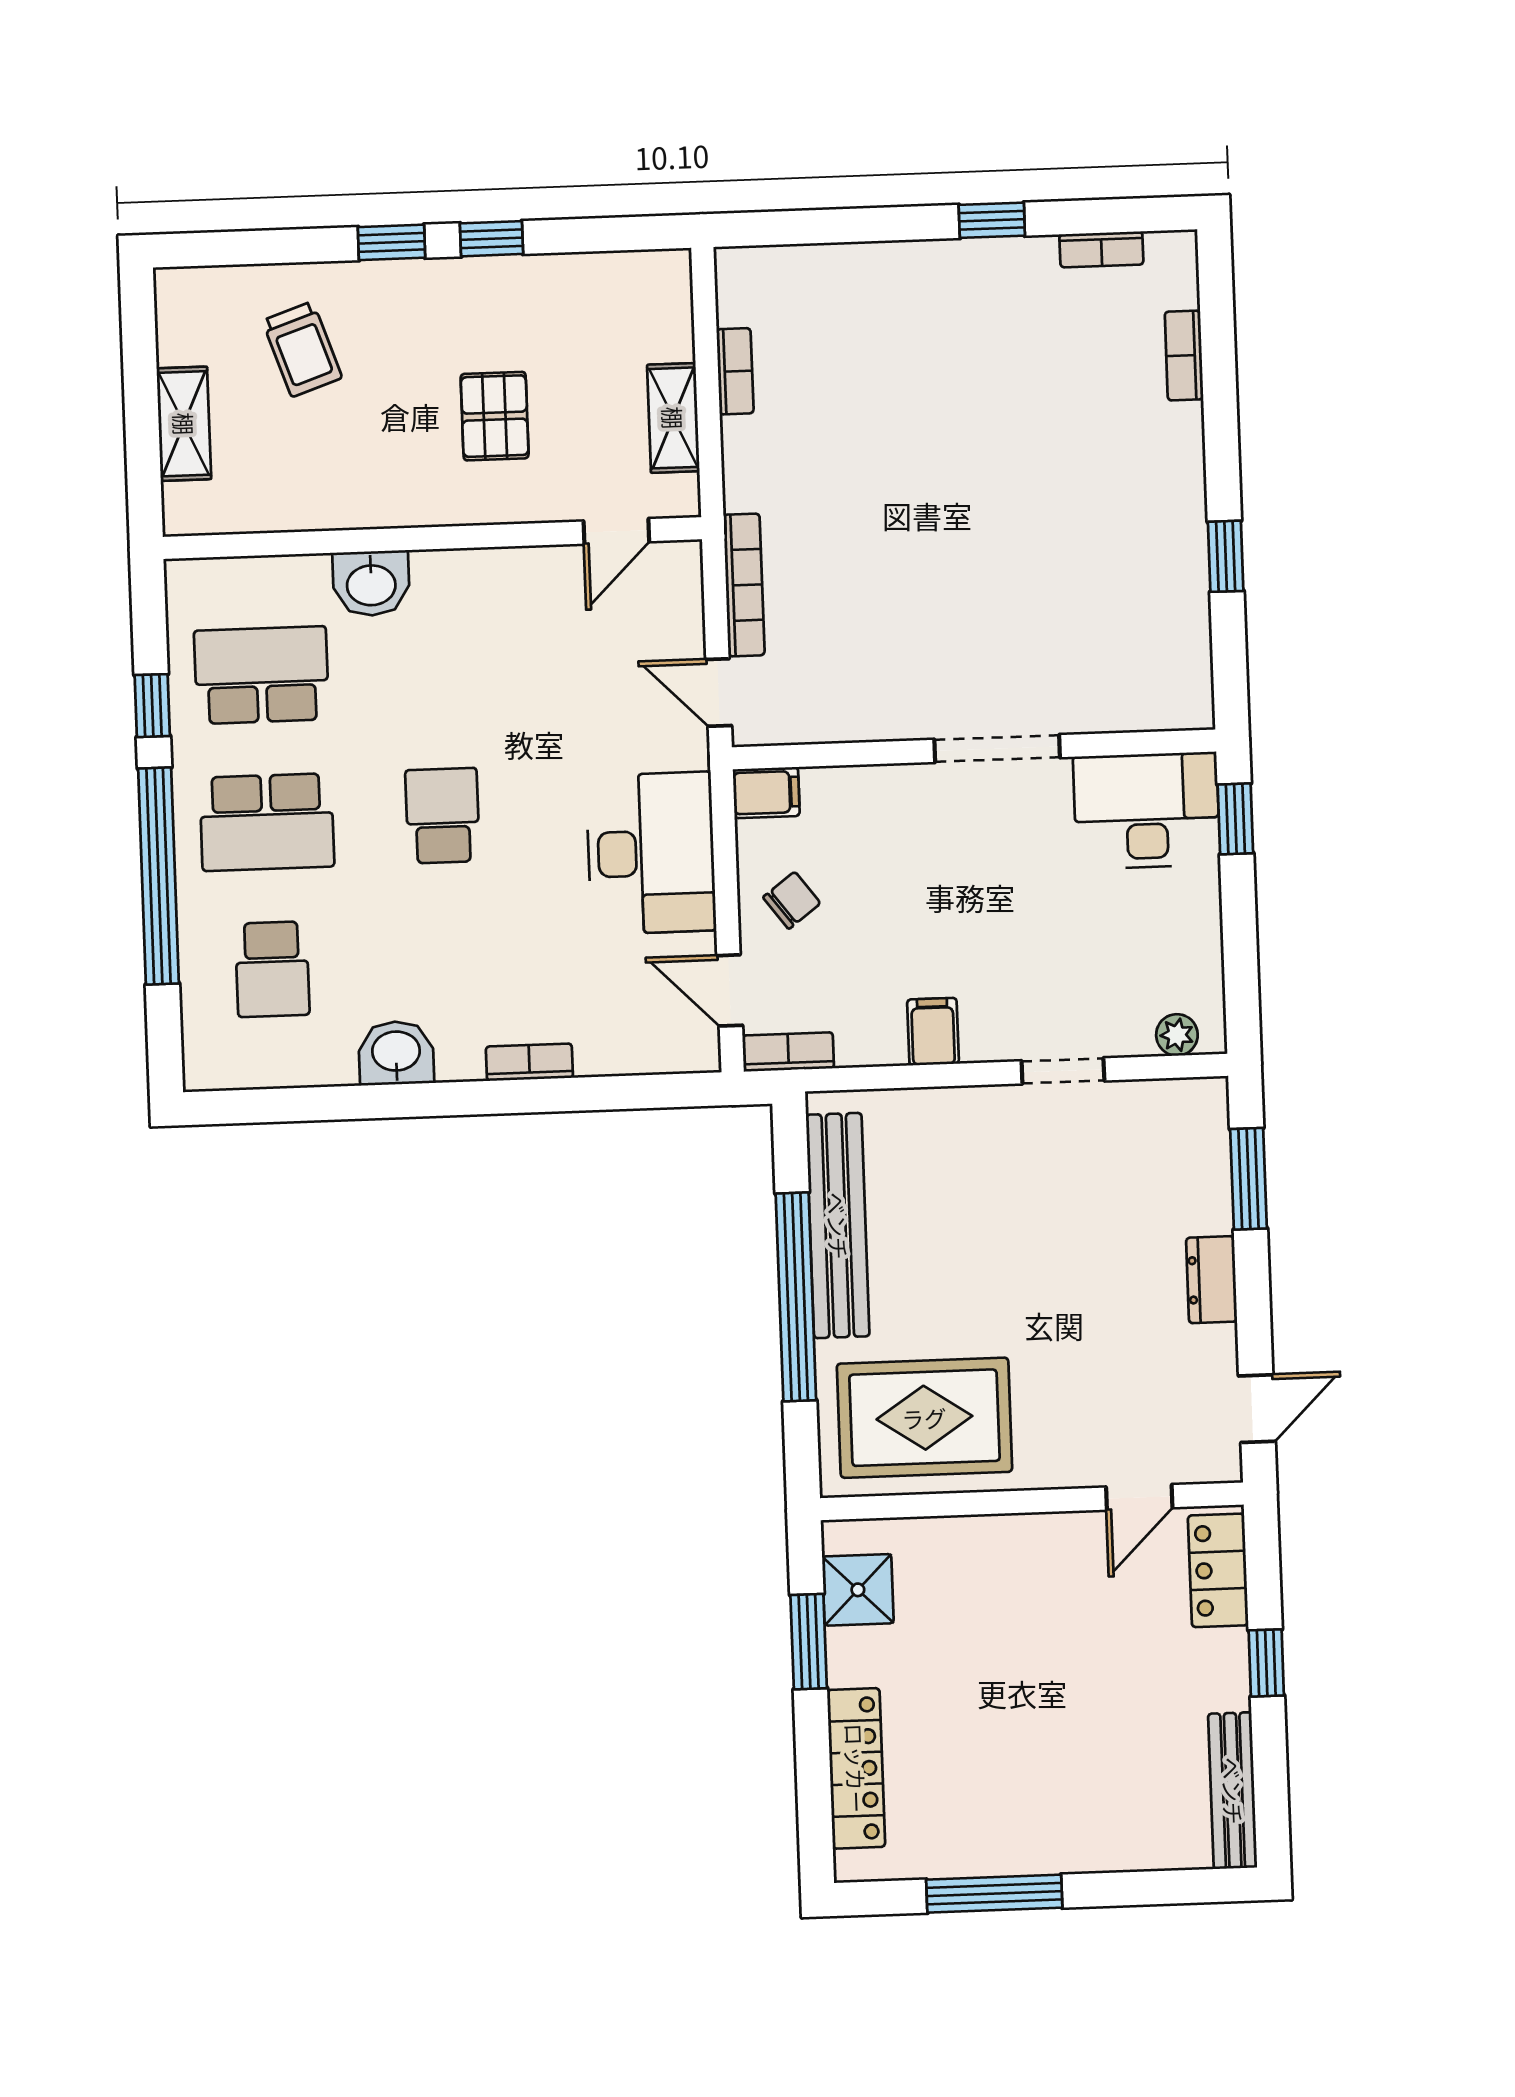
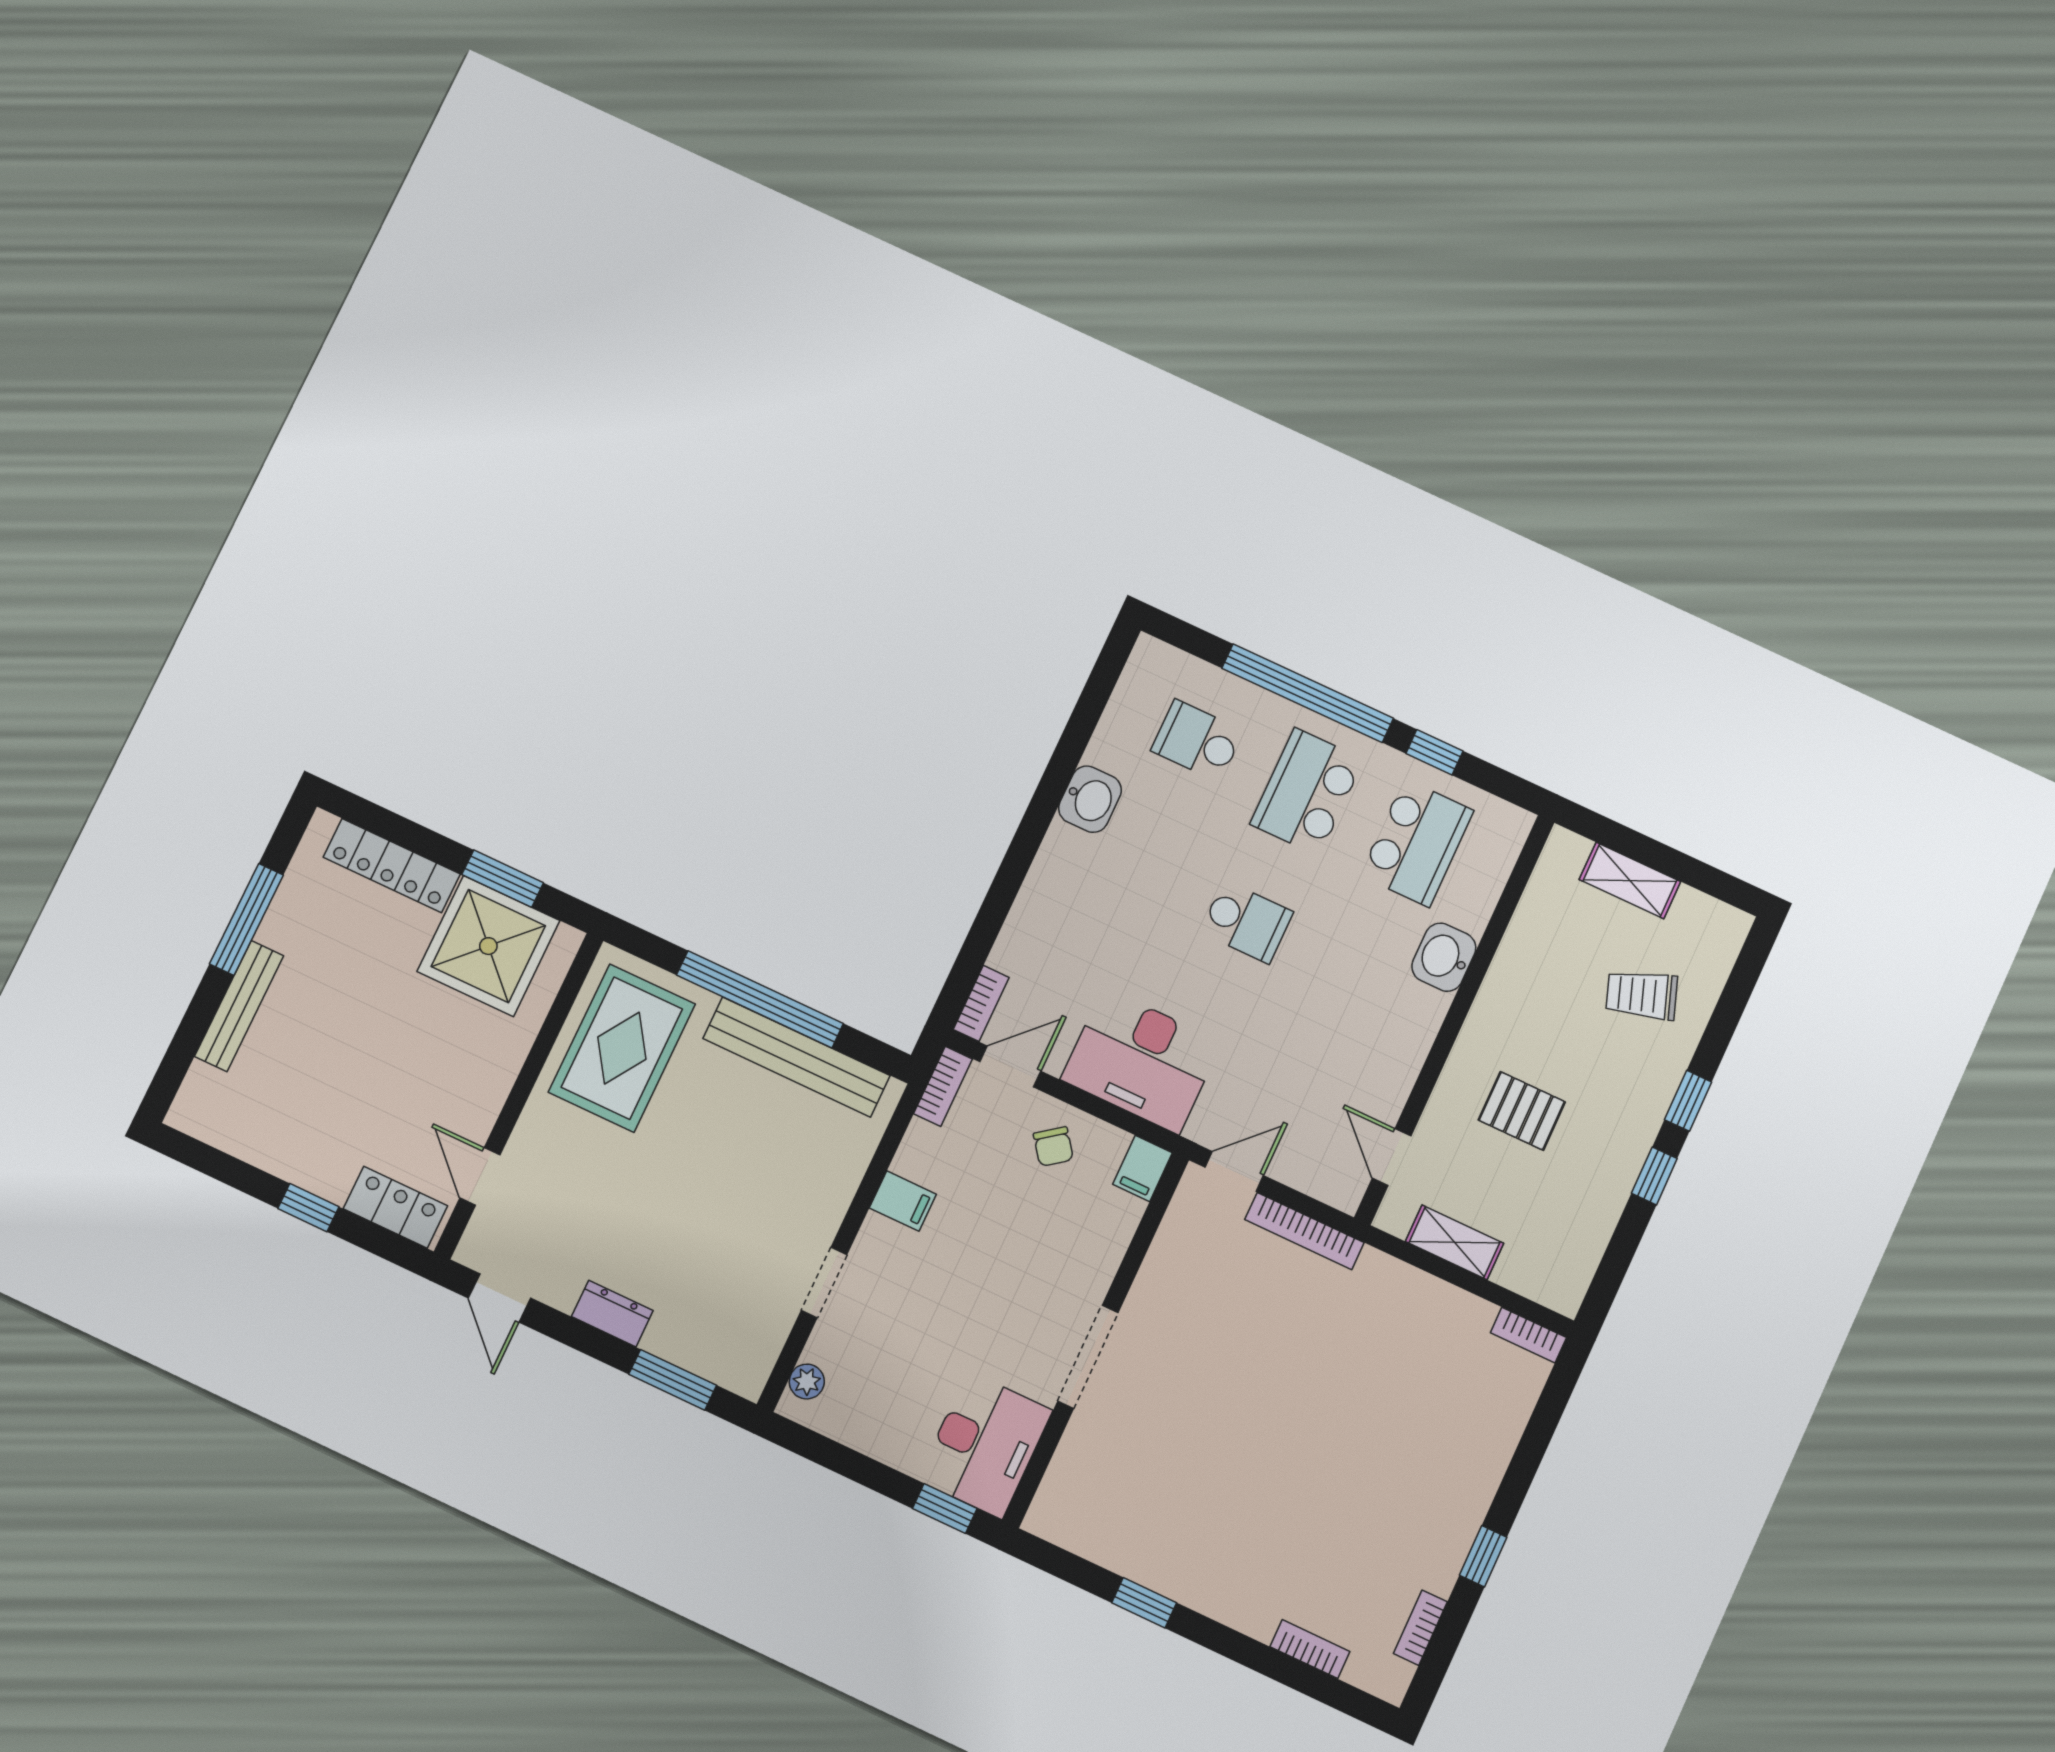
bookcase: (735, 371) -> (1528, 1335), moved
bookcase: (529, 1062) -> (981, 1003), moved
shower: (858, 1590) -> (488, 946), width x1.86, depth x1.86
bench: (1233, 1791) -> (239, 1006), moved, turned 90

